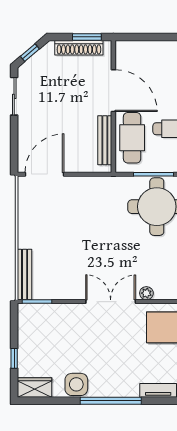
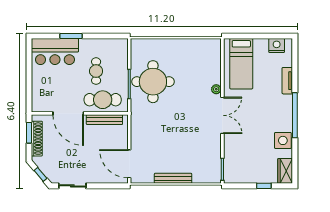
door: (113, 91) -> (68, 113), swing flipped
bench: (25, 274) -> (173, 178), moved
double door: (111, 302) -> (222, 115), swing flipped

